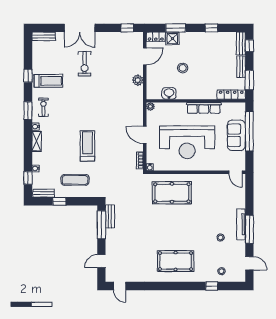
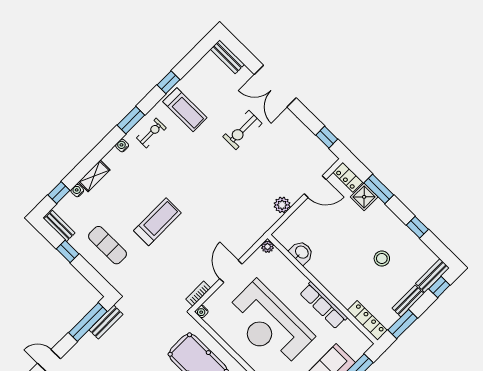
stool: (183, 68) -> (382, 259), moved
shelving: (37, 141) -> (94, 176), moved

